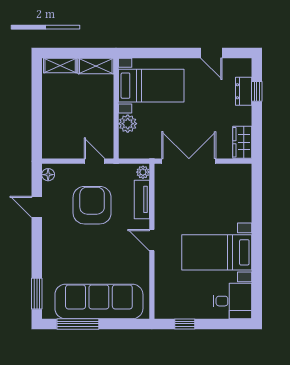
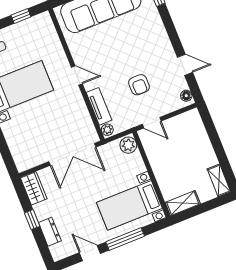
window: (169, 53) -> (125, 239), added
shelving: (60, 65) -> (219, 180), moved, turned 90
window: (257, 91) -> (32, 220), moved
plant: (128, 124) -> (128, 145), moved
armchair: (92, 205) -> (139, 85), width x0.53, depth x0.53

